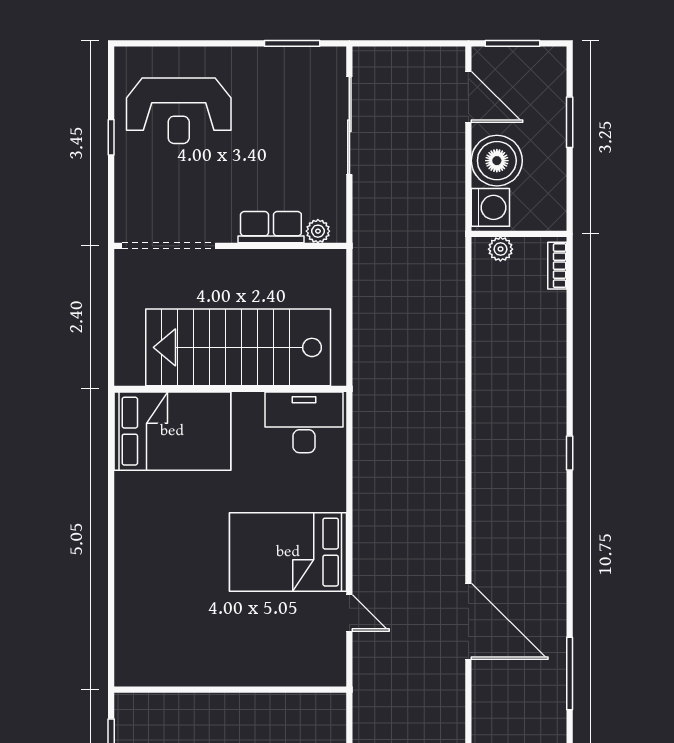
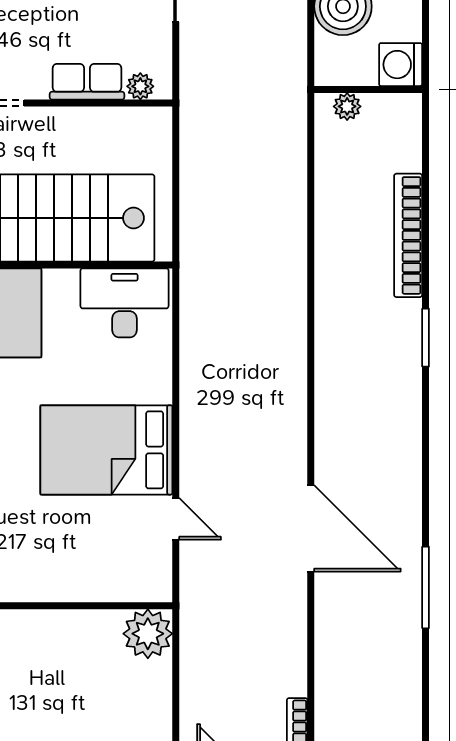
washing machine: (490, 207) -> (401, 65), moved, turned 180
bookcase: (557, 266) -> (408, 235), moved, width x2.31, depth x1.31
window: (570, 453) -> (426, 338), width x1.50
plant: (325, 714) -> (148, 634), added

